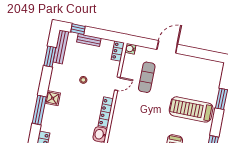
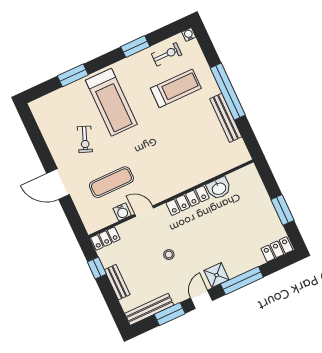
window: (78, 29) -> (97, 268), moved
water cooler: (130, 49) -> (122, 212), moved
door: (45, 80) -> (201, 299), added
exercise bike: (181, 80) -> (85, 139), added

